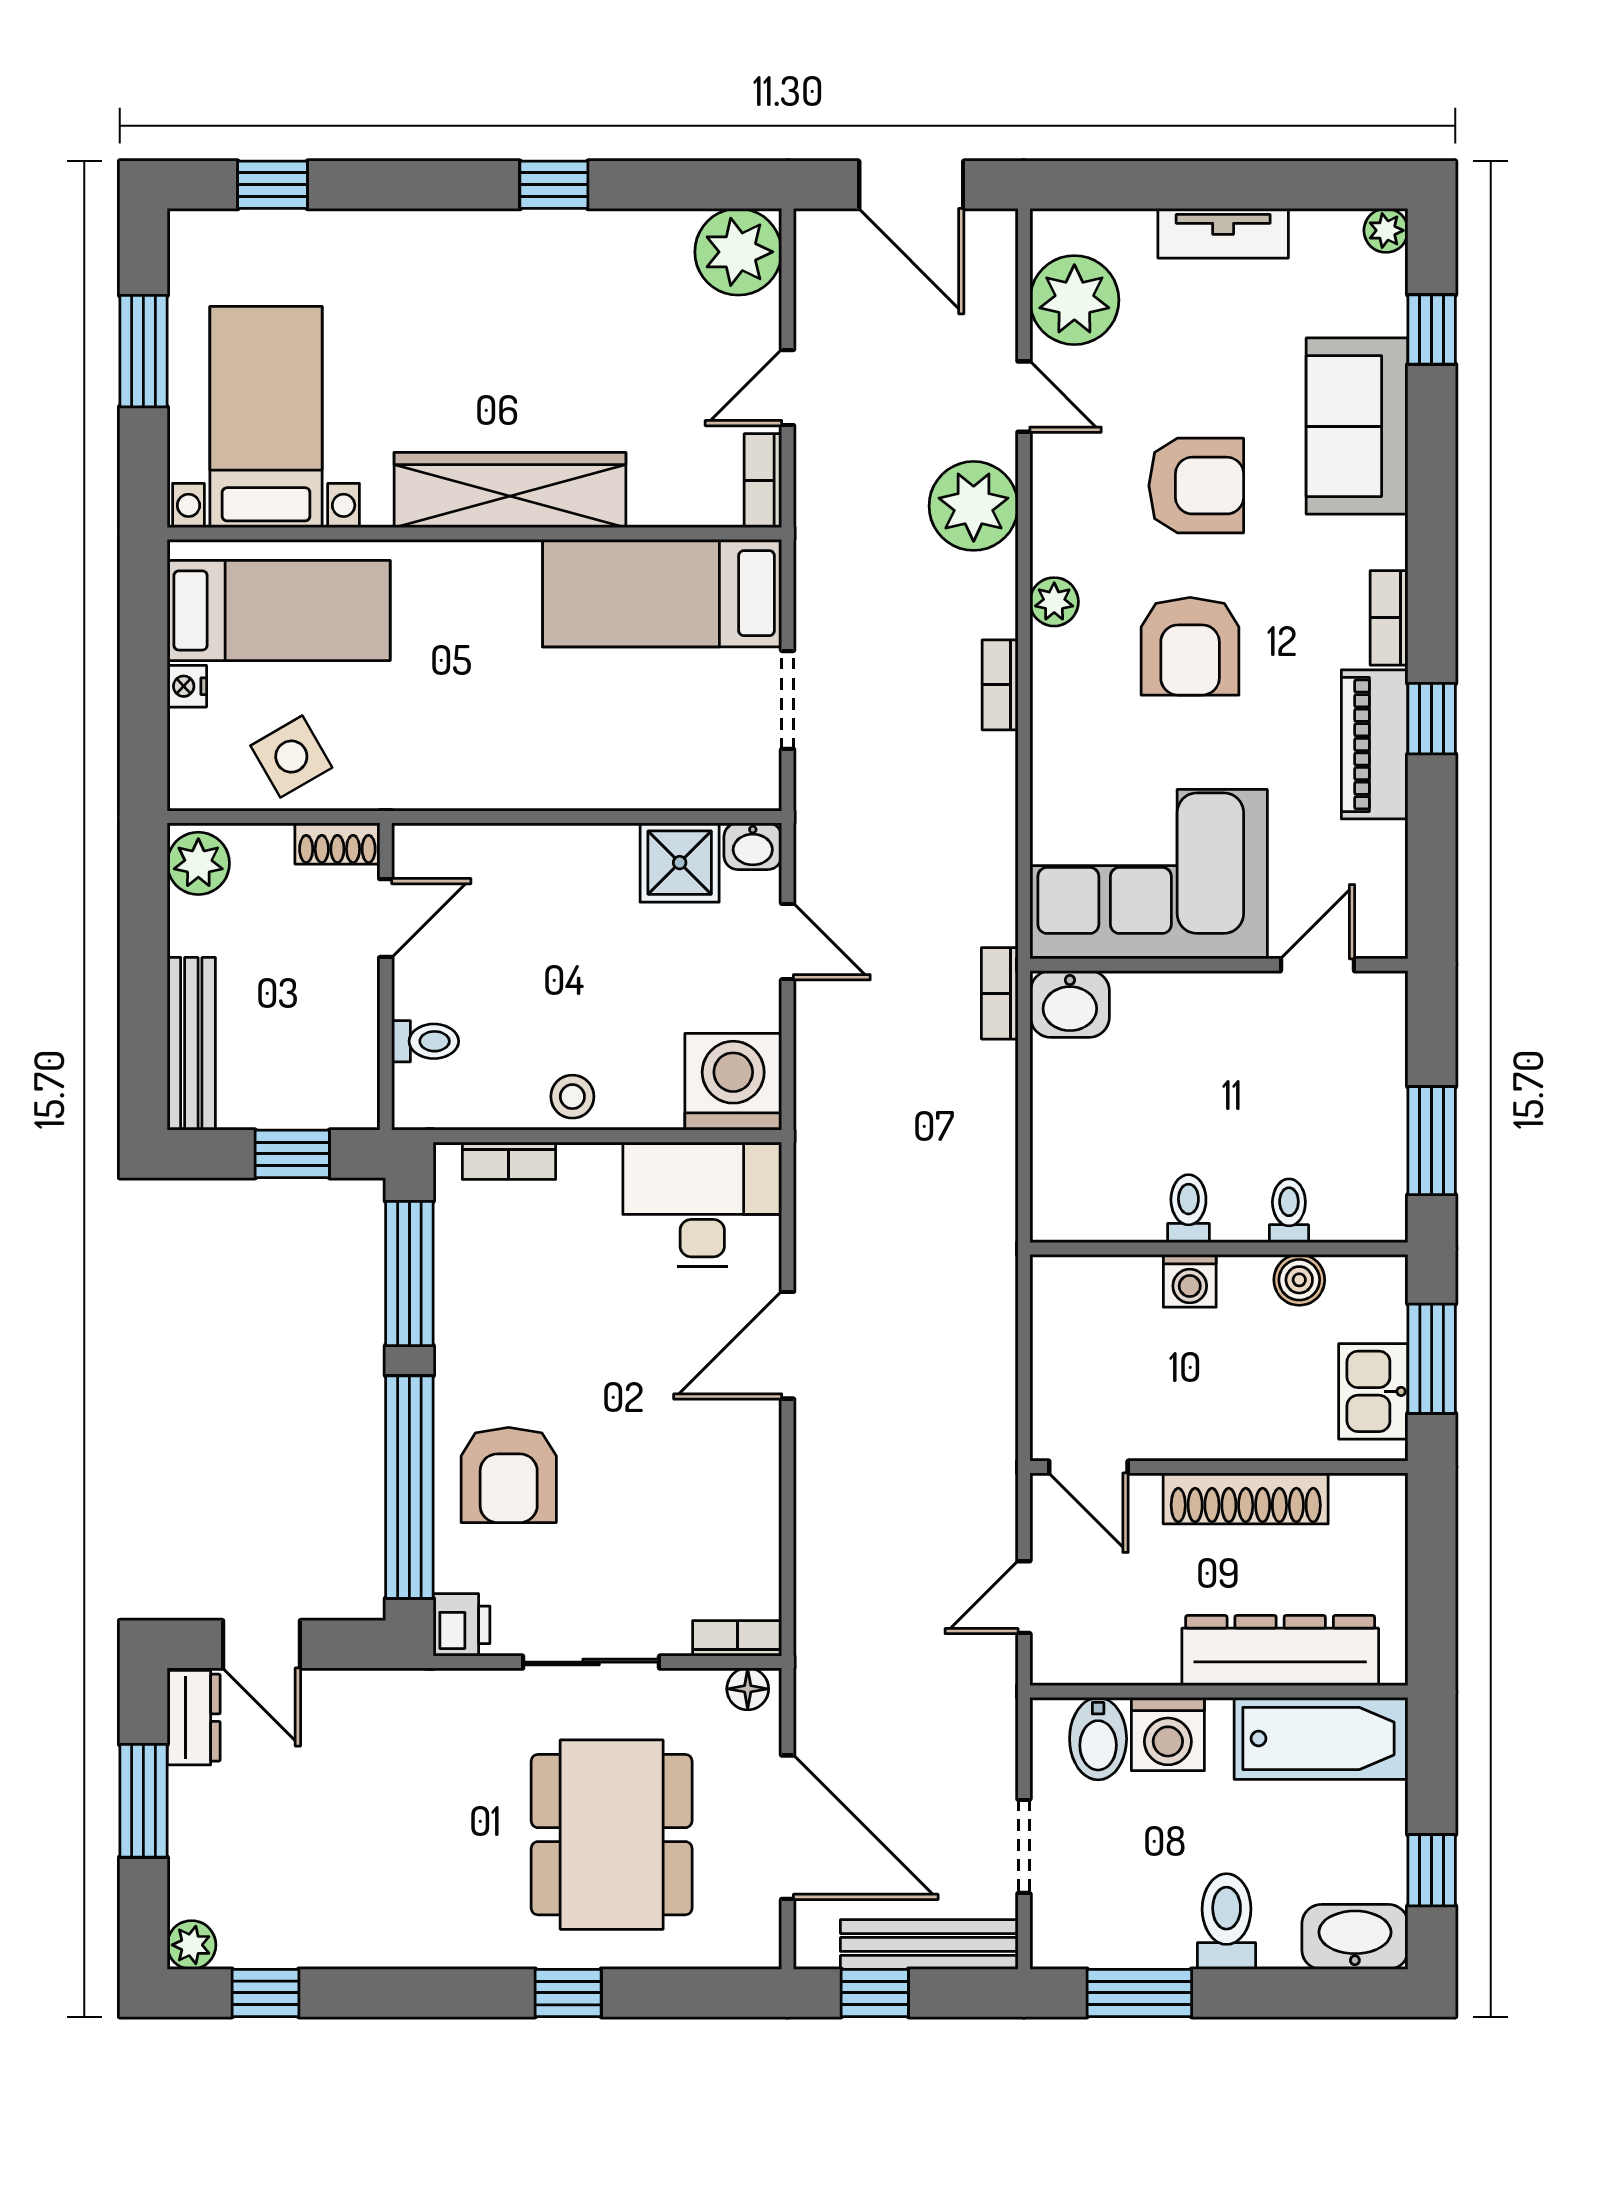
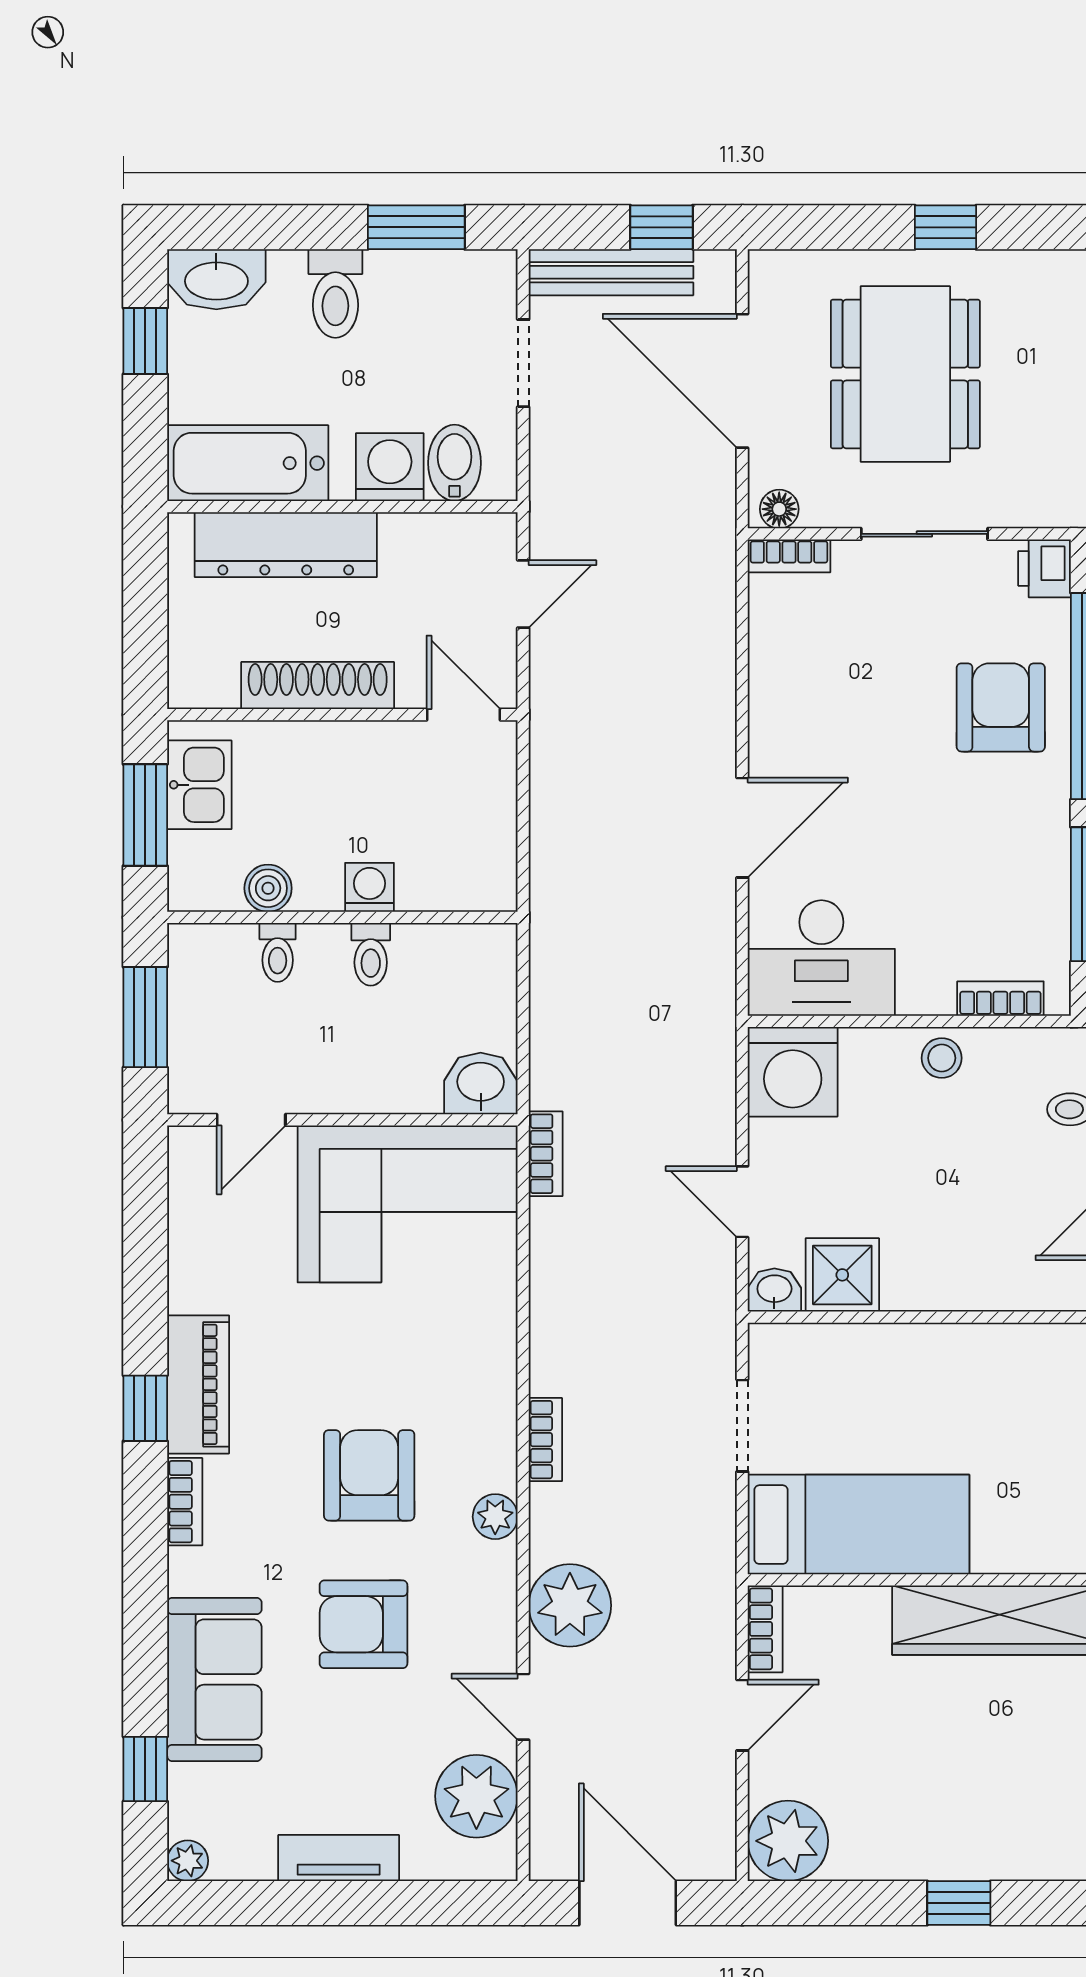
corner sofa: (1149, 874) -> (408, 1204), moved
wall: (1219, 965) -> (342, 1120), moved
door: (1317, 965) -> (251, 1120), moved
washbasin: (1070, 1004) -> (481, 1084), moved

